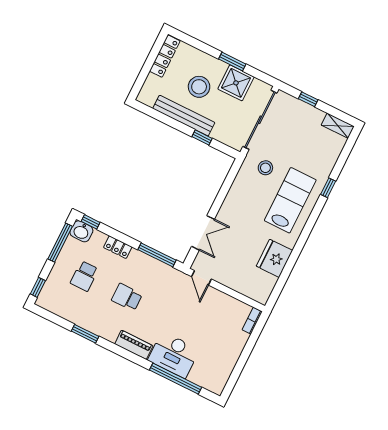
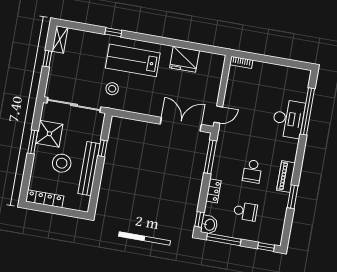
window: (308, 99) -> (47, 59), moved
double door: (203, 233) -> (181, 124), width x1.37
piano: (134, 345) -> (286, 177), moved

